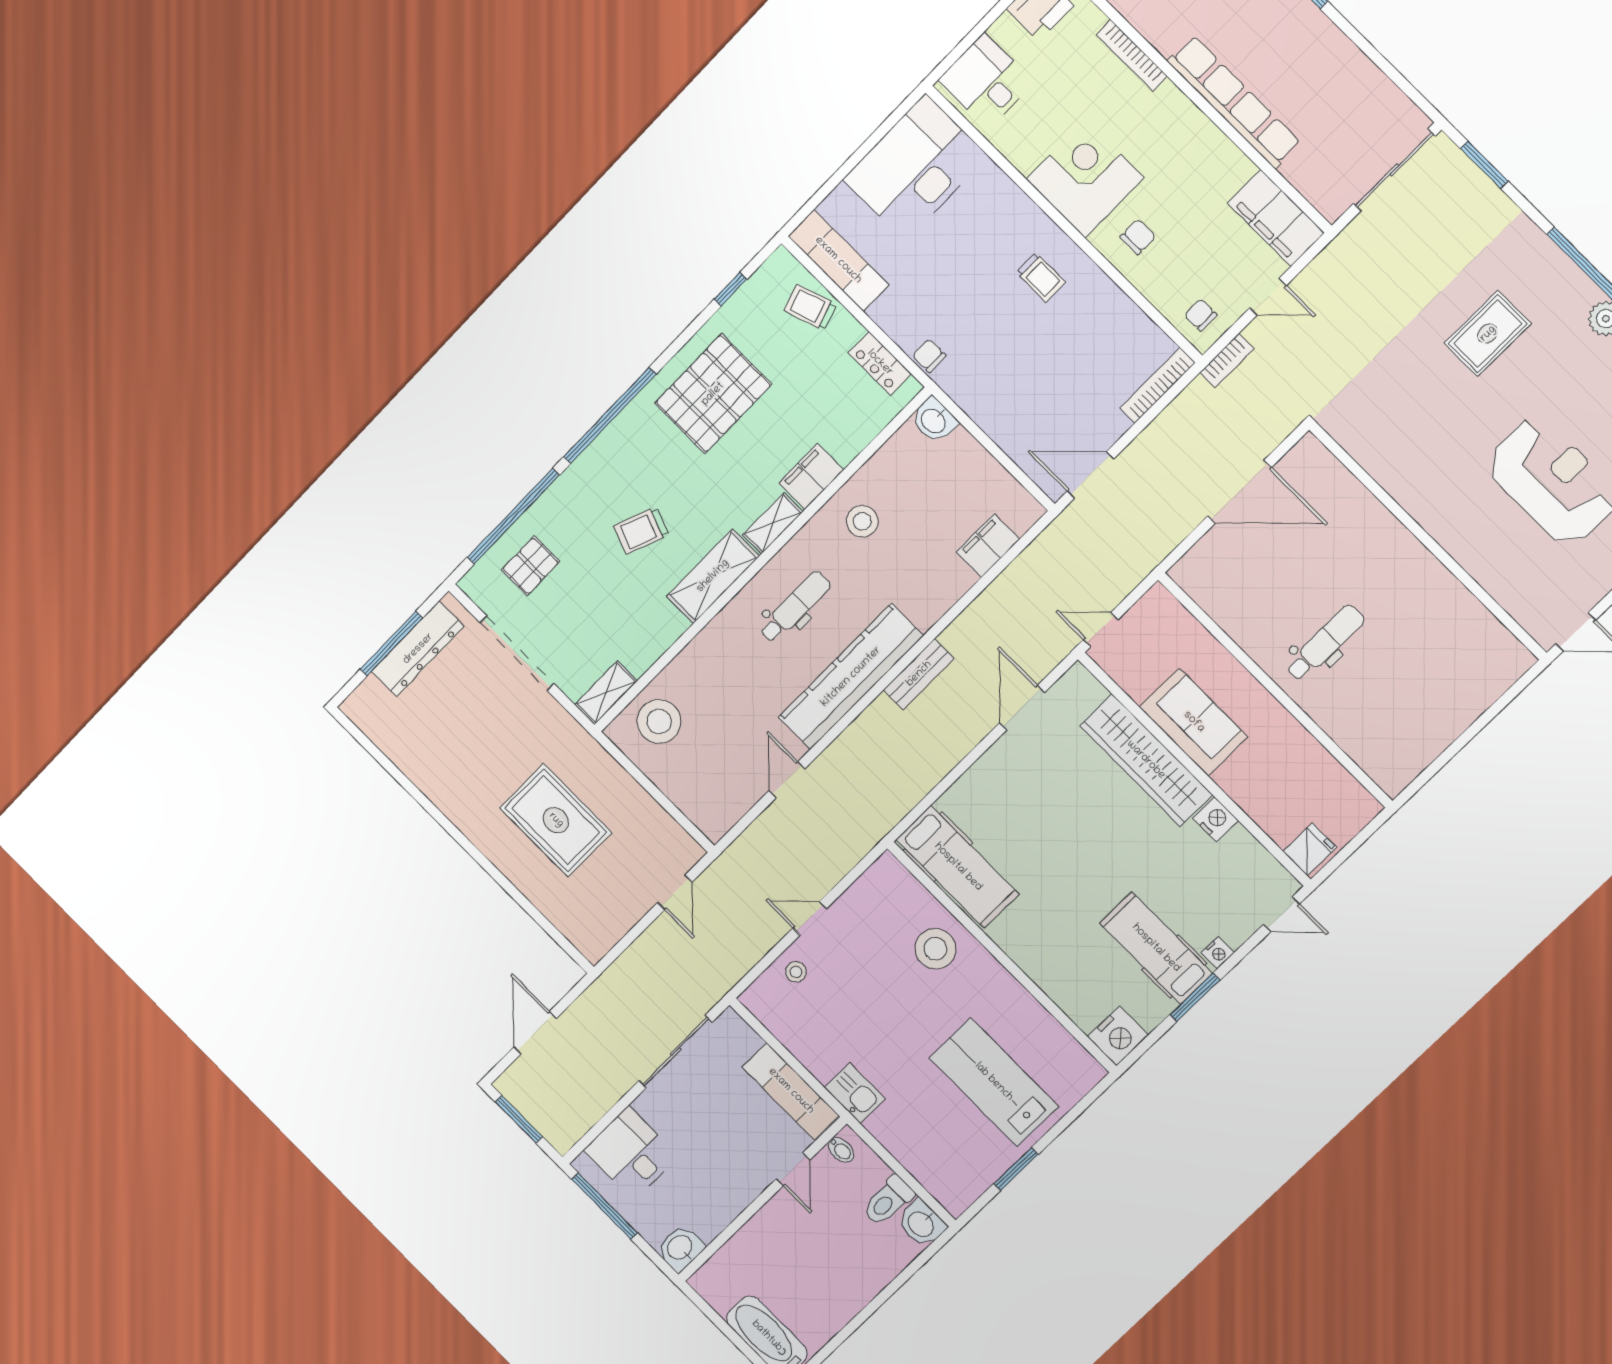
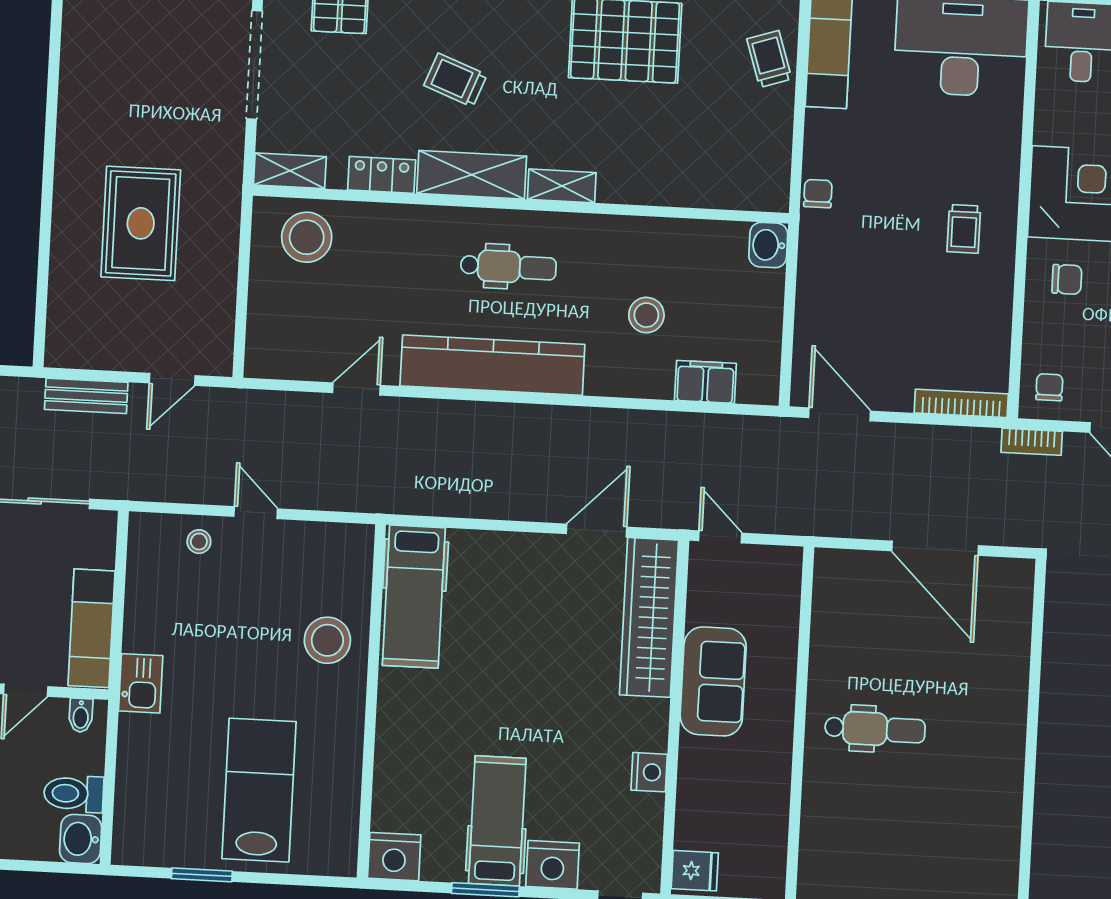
locker: (880, 363) -> (382, 175), moved, turned 90
filing cabinet: (811, 477) -> (630, 184), removed
stool: (862, 521) -> (646, 315), moved
bench: (919, 674) -> (86, 396), moved
wardrobe: (1146, 760) -> (649, 617), moved
nightstand: (1218, 953) -> (553, 865), width x1.89, depth x1.79

